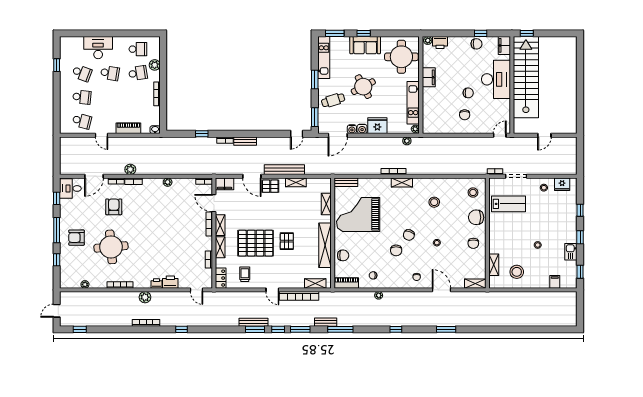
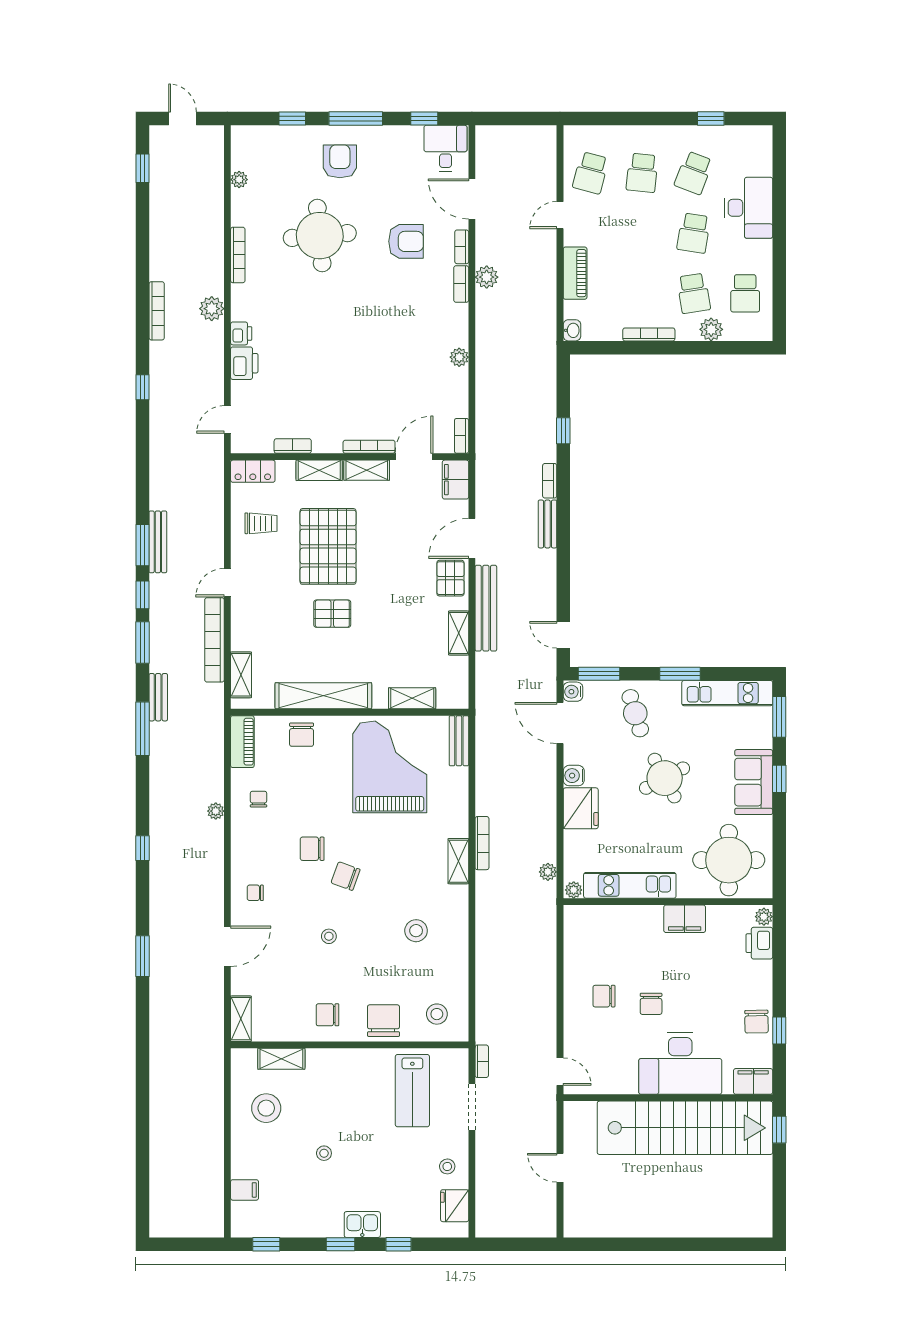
water cooler: (352, 129) -> (573, 692), moved
kitchen sink: (571, 252) -> (362, 1225), moved

